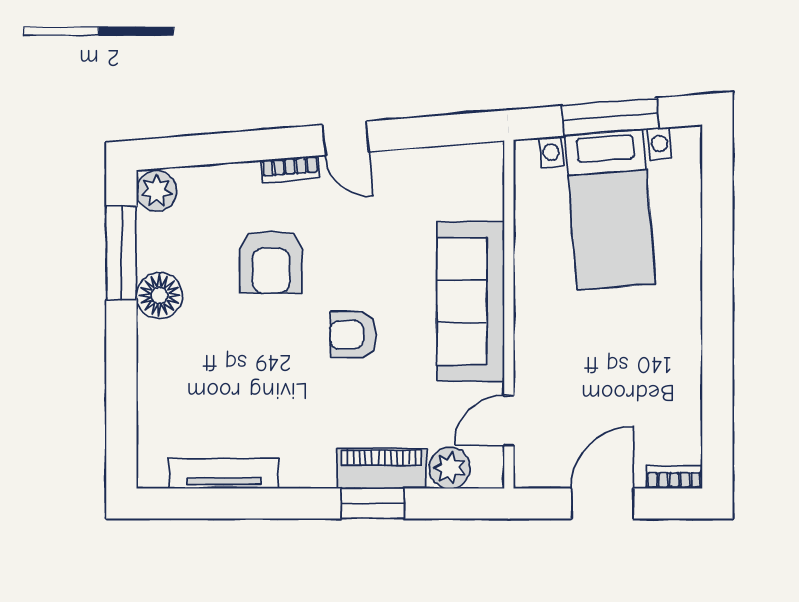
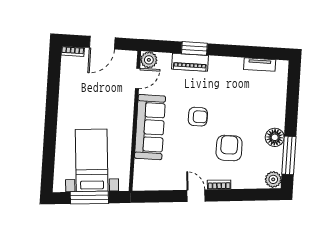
plant: (450, 468) -> (149, 60), moved
tv unit: (224, 474) -> (260, 65), width x0.71

